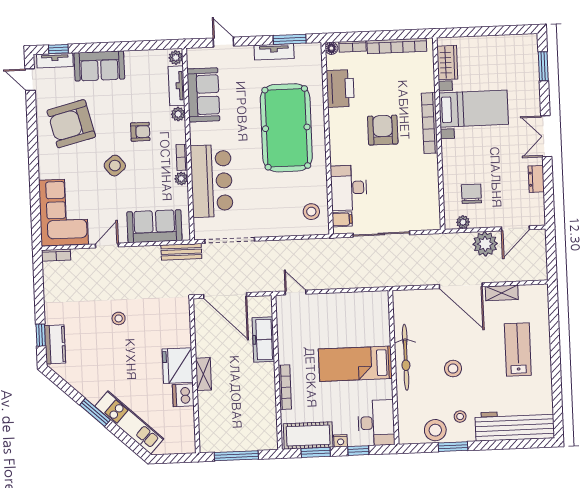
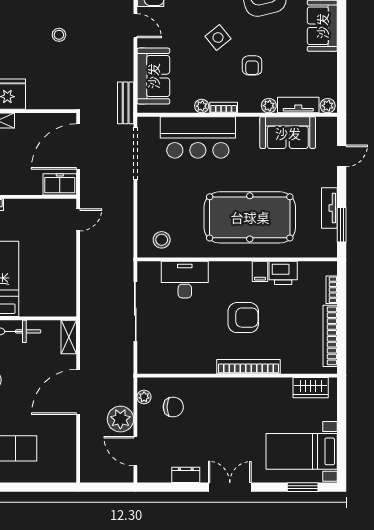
floor lamp: (331, 48) -> (331, 268), removed
printer: (340, 88) -> (283, 273), width x0.73, depth x0.84
bed with nightstands: (474, 109) -> (302, 451), moved, turned 90
filing cabinet: (342, 219) -> (260, 271), moved
shelving: (502, 293) -> (69, 337), moved
freezer: (263, 340) -> (60, 184), moved, width x0.71

